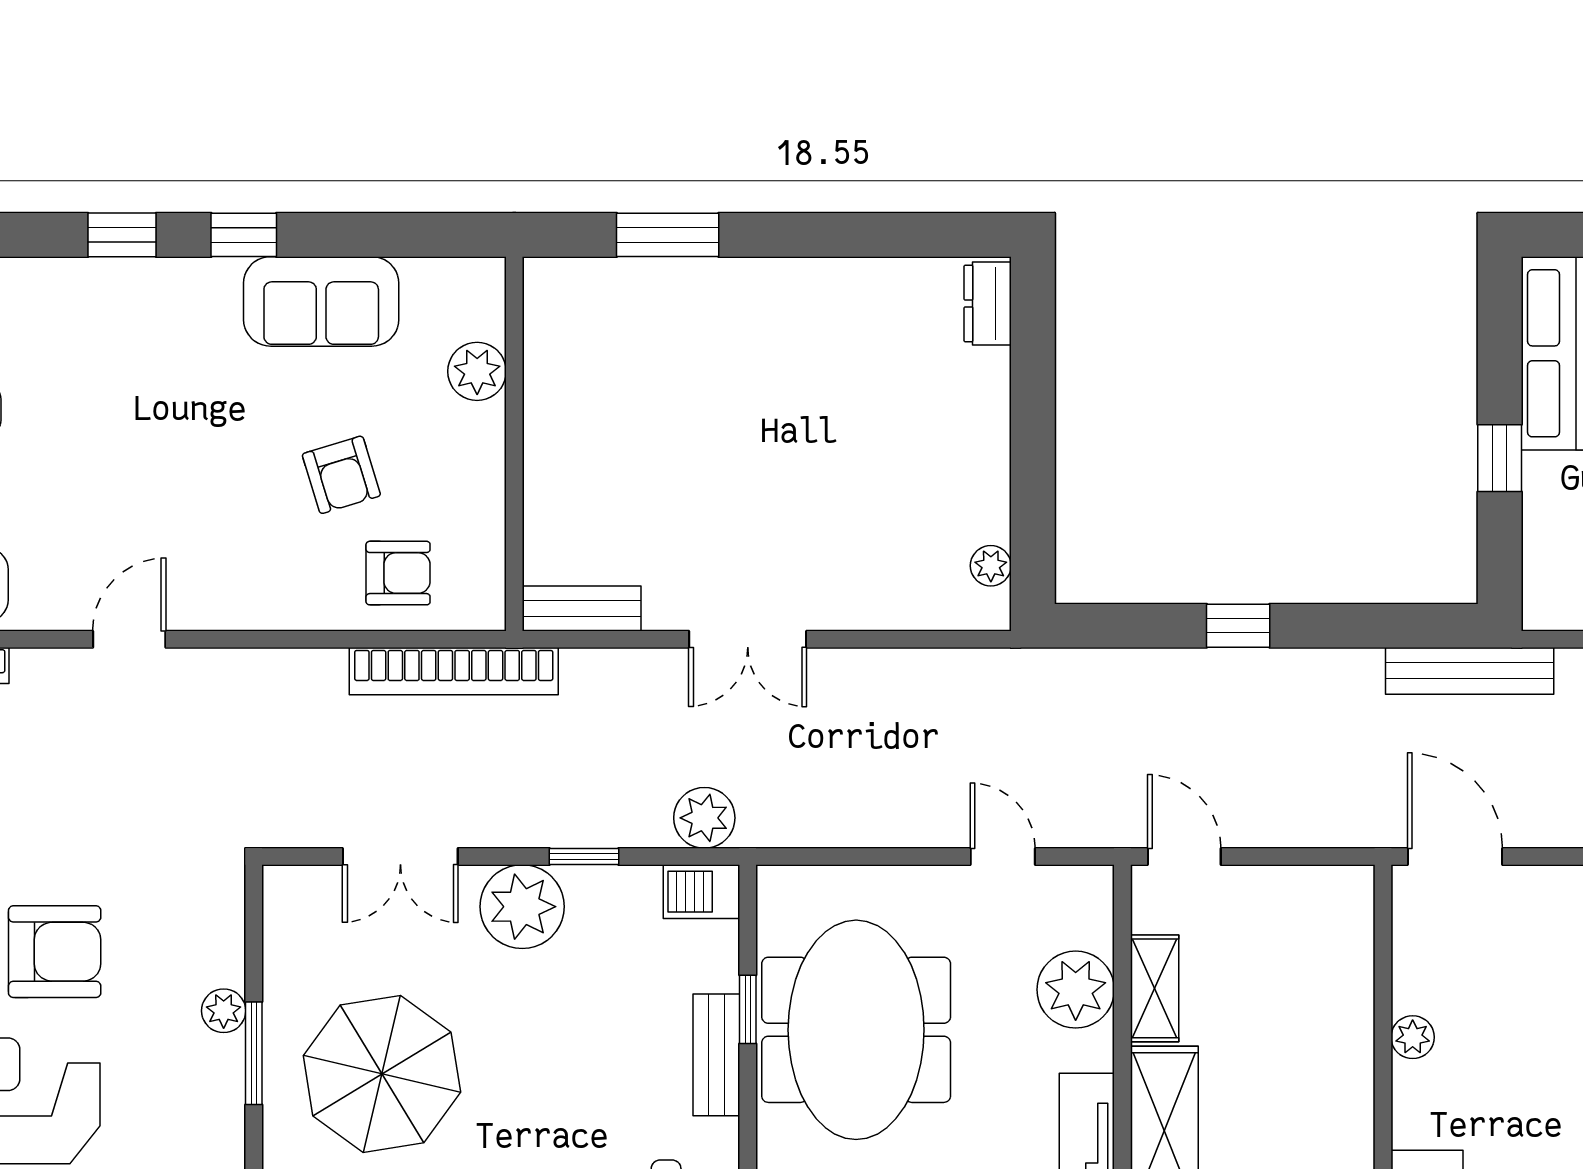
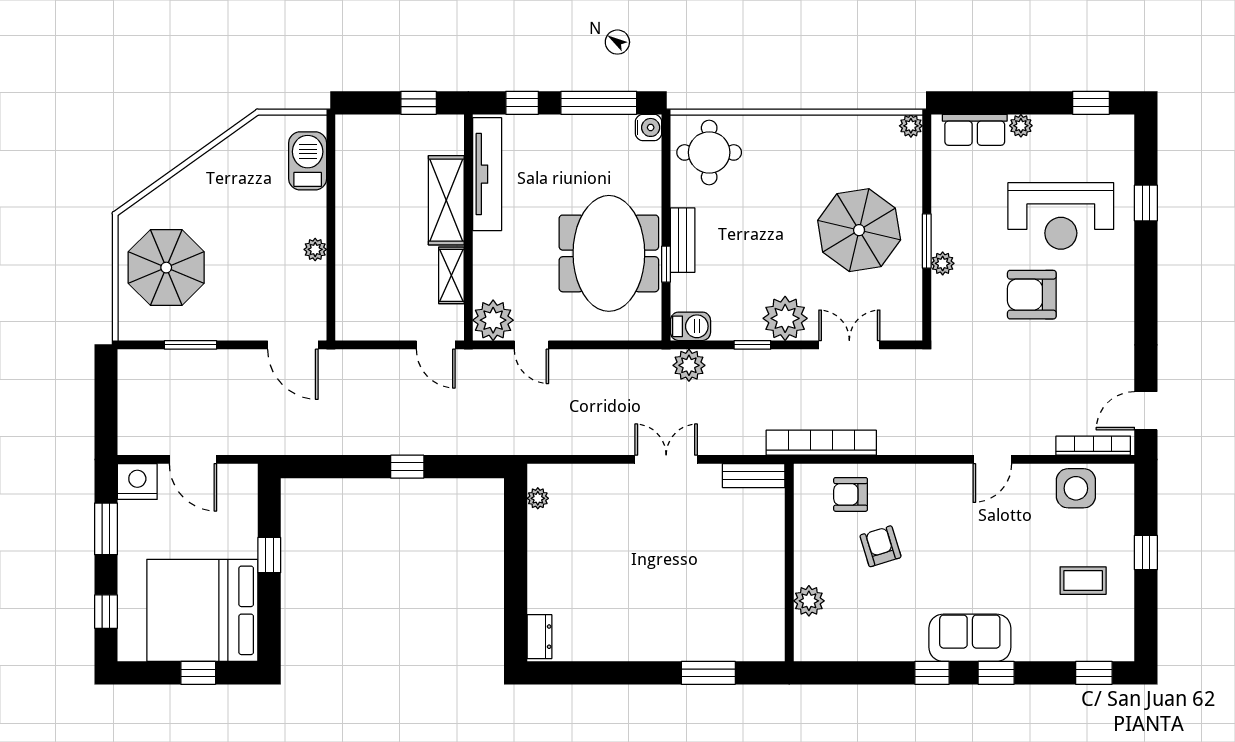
sofa: (321, 301) -> (970, 638), moved
bench: (1470, 671) -> (285, 443), removed
plant: (1076, 990) -> (493, 320), moved

